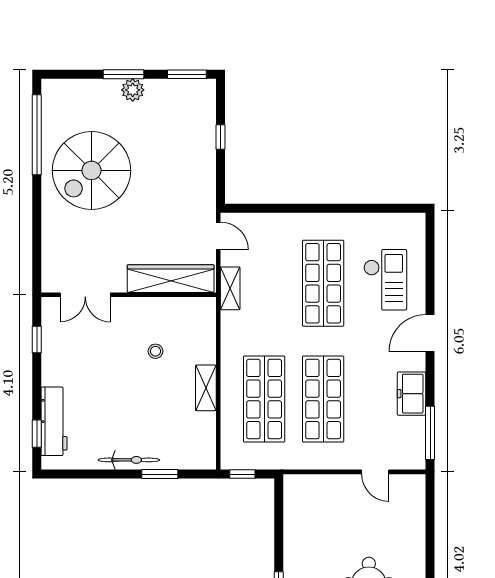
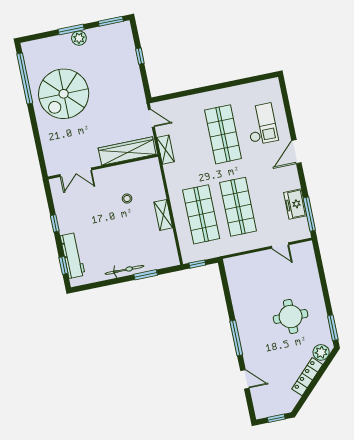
window: (37, 340) -> (55, 223), moved
freezer: (412, 394) -> (295, 204), moved

